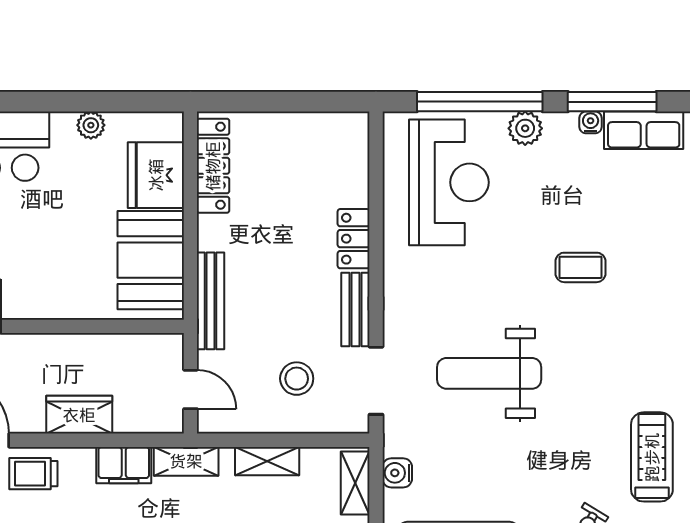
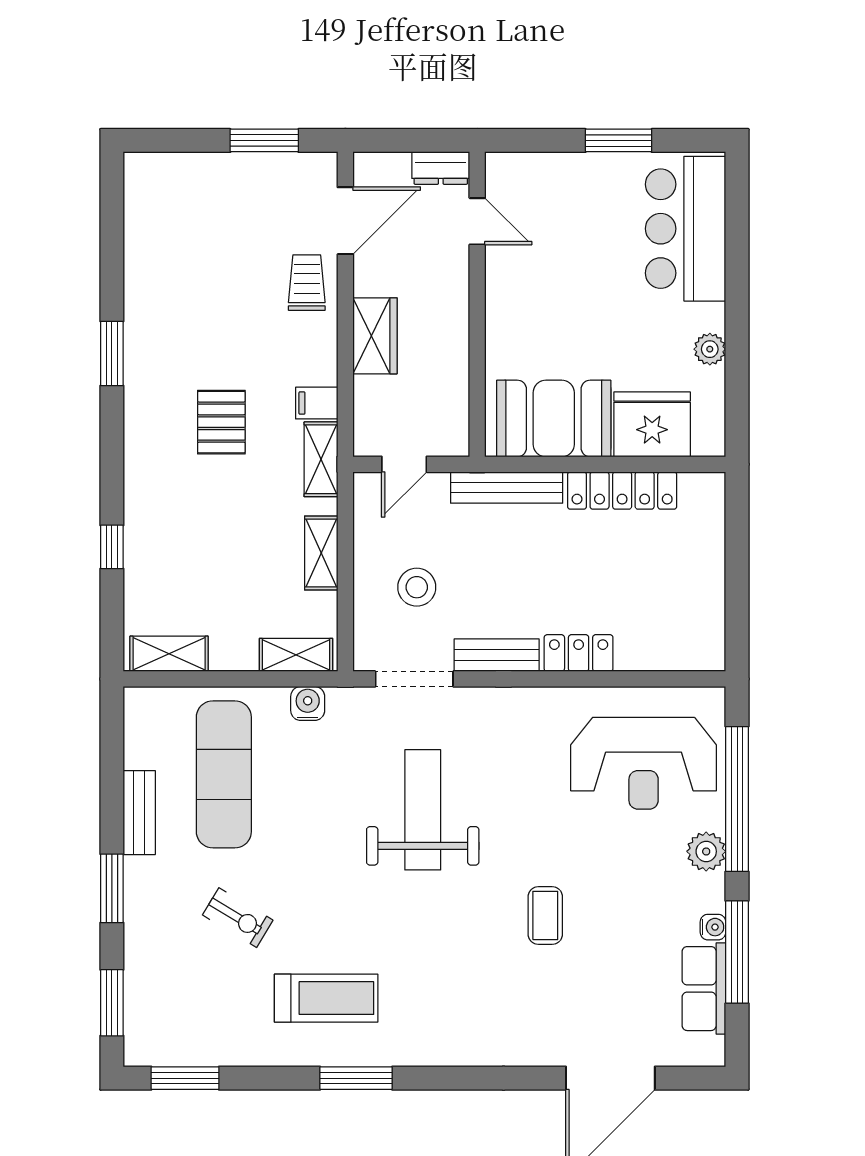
locker: (213, 166) -> (622, 490), moved
filing cabinet: (124, 465) -> (317, 403), width x0.50

